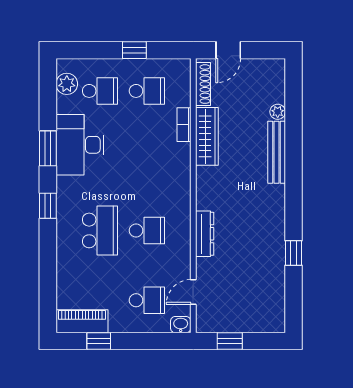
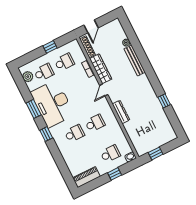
desk: (80, 145) -> (52, 104), width x1.36, depth x1.30
school desk: (100, 230) -> (74, 133), width x0.54
door: (193, 292) -> (104, 90), moved
window: (99, 341) -> (115, 174), moved

